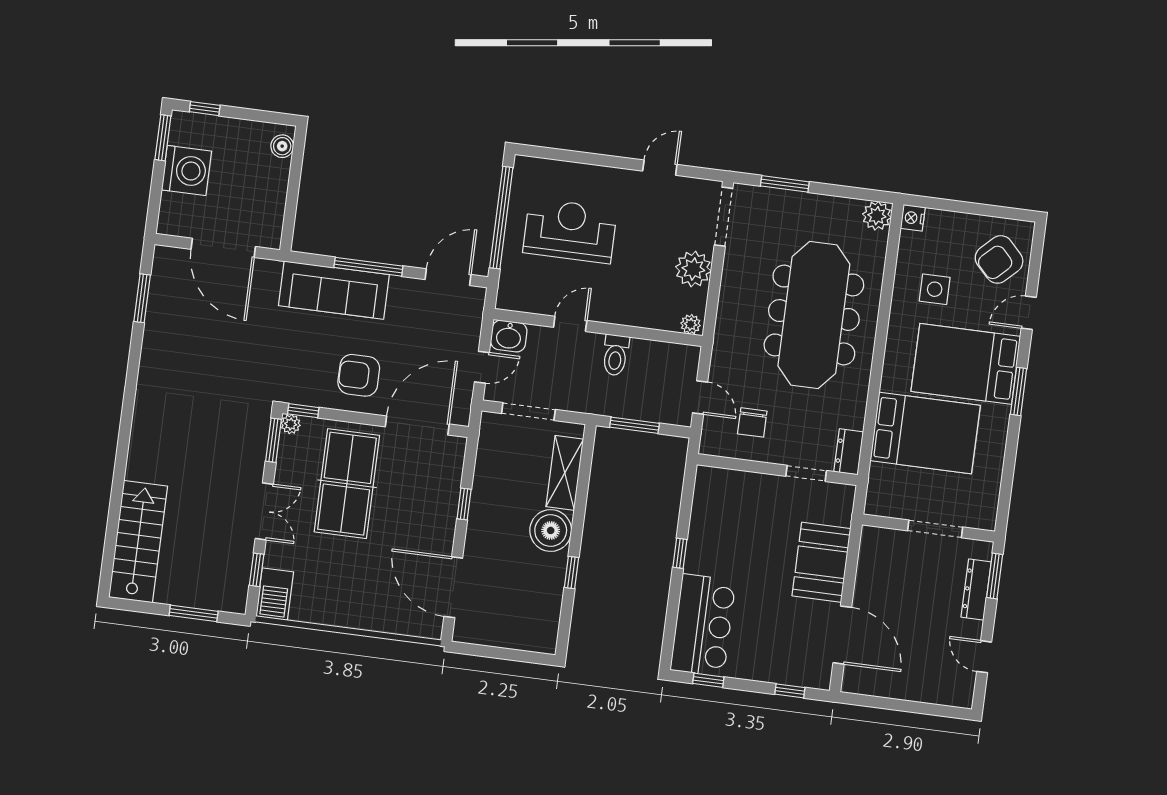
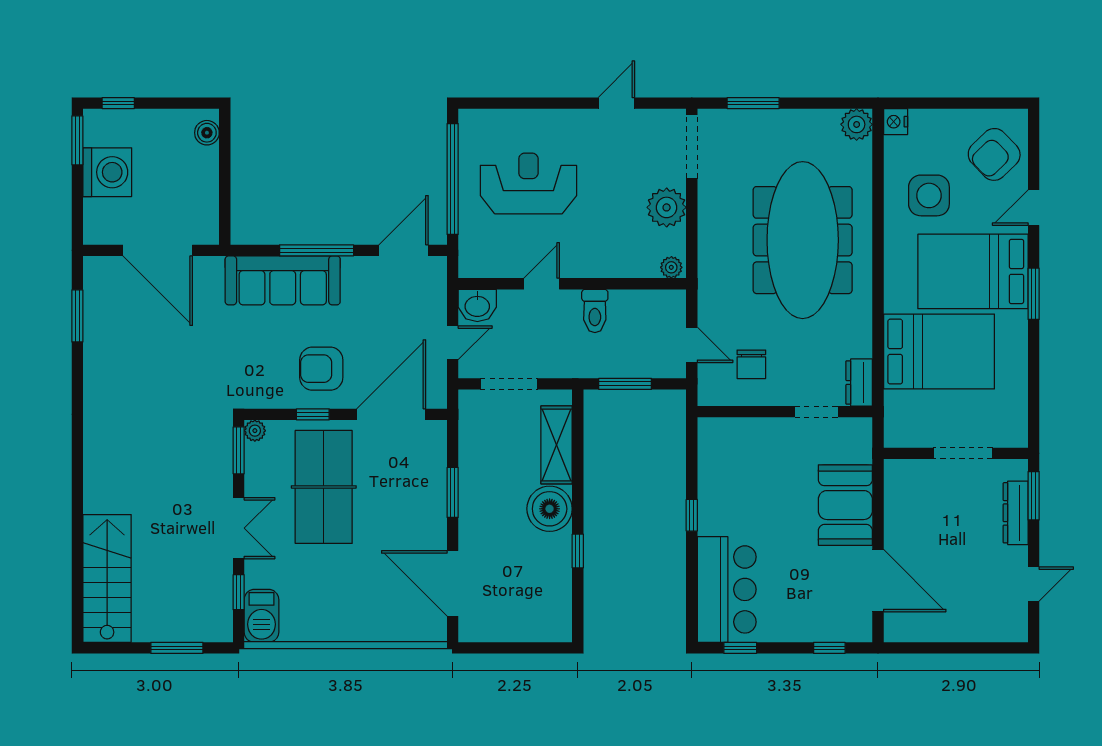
side table: (935, 289) -> (929, 195), width x1.37, depth x1.37
window: (303, 411) -> (313, 414), moved
window: (464, 504) -> (453, 492), width x1.50
door: (984, 657) -> (1034, 584), swing flipped

